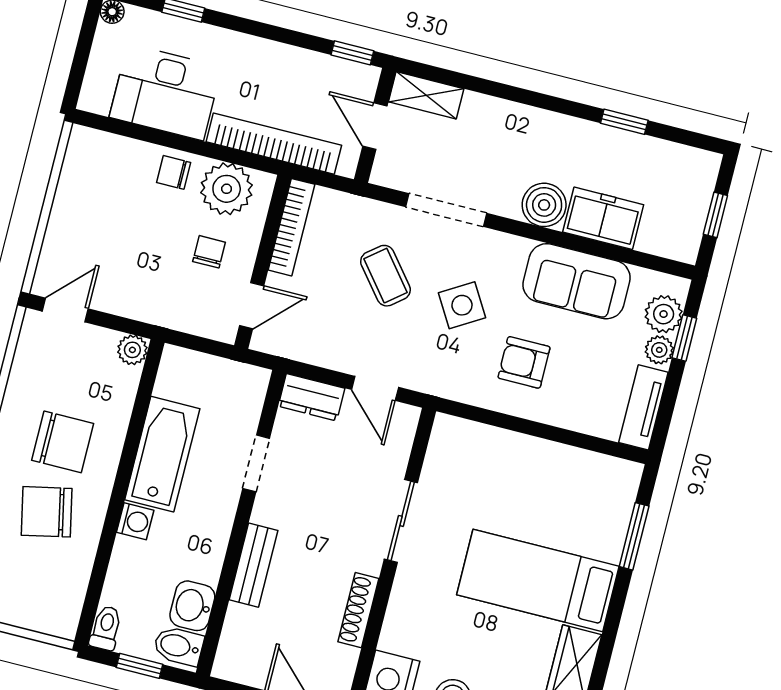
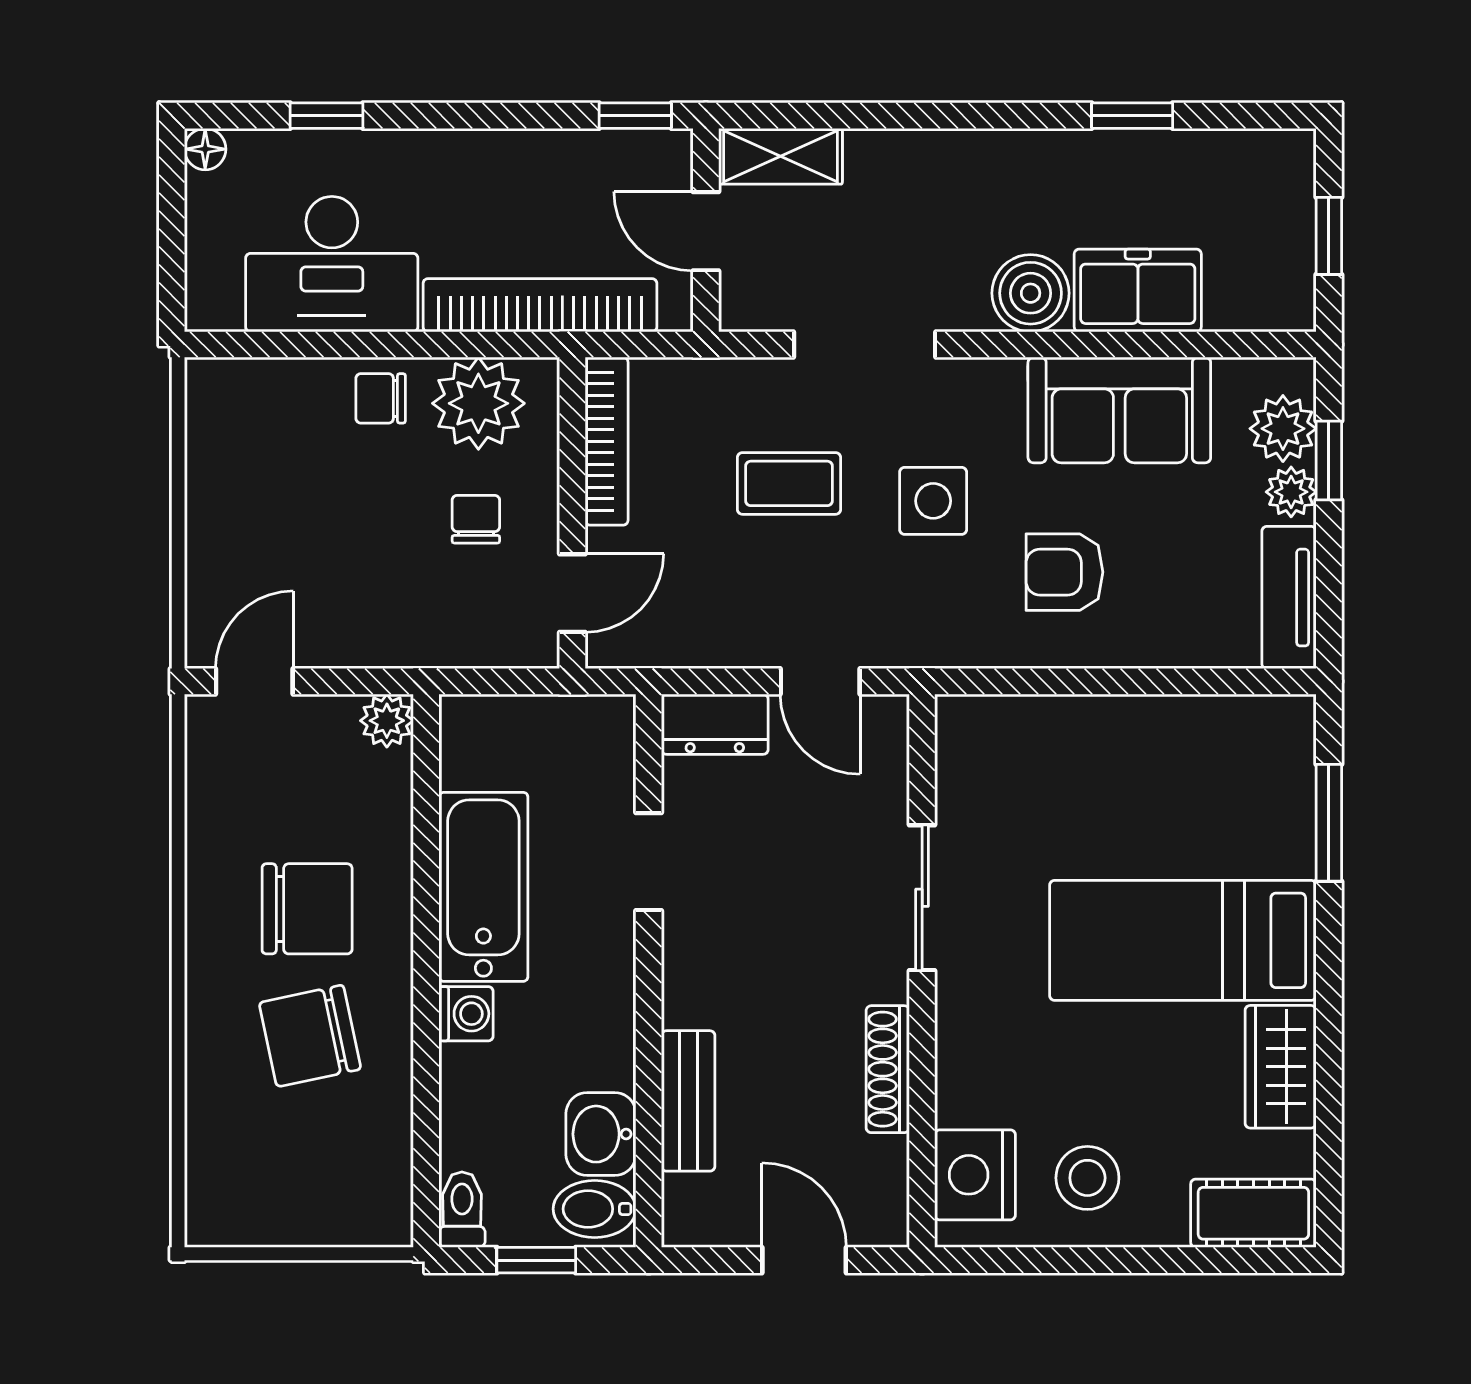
coffee table: (385, 276) -> (789, 483), turned -51
side table: (462, 305) -> (933, 501), turned 31
bench: (253, 565) -> (688, 1101), moved

